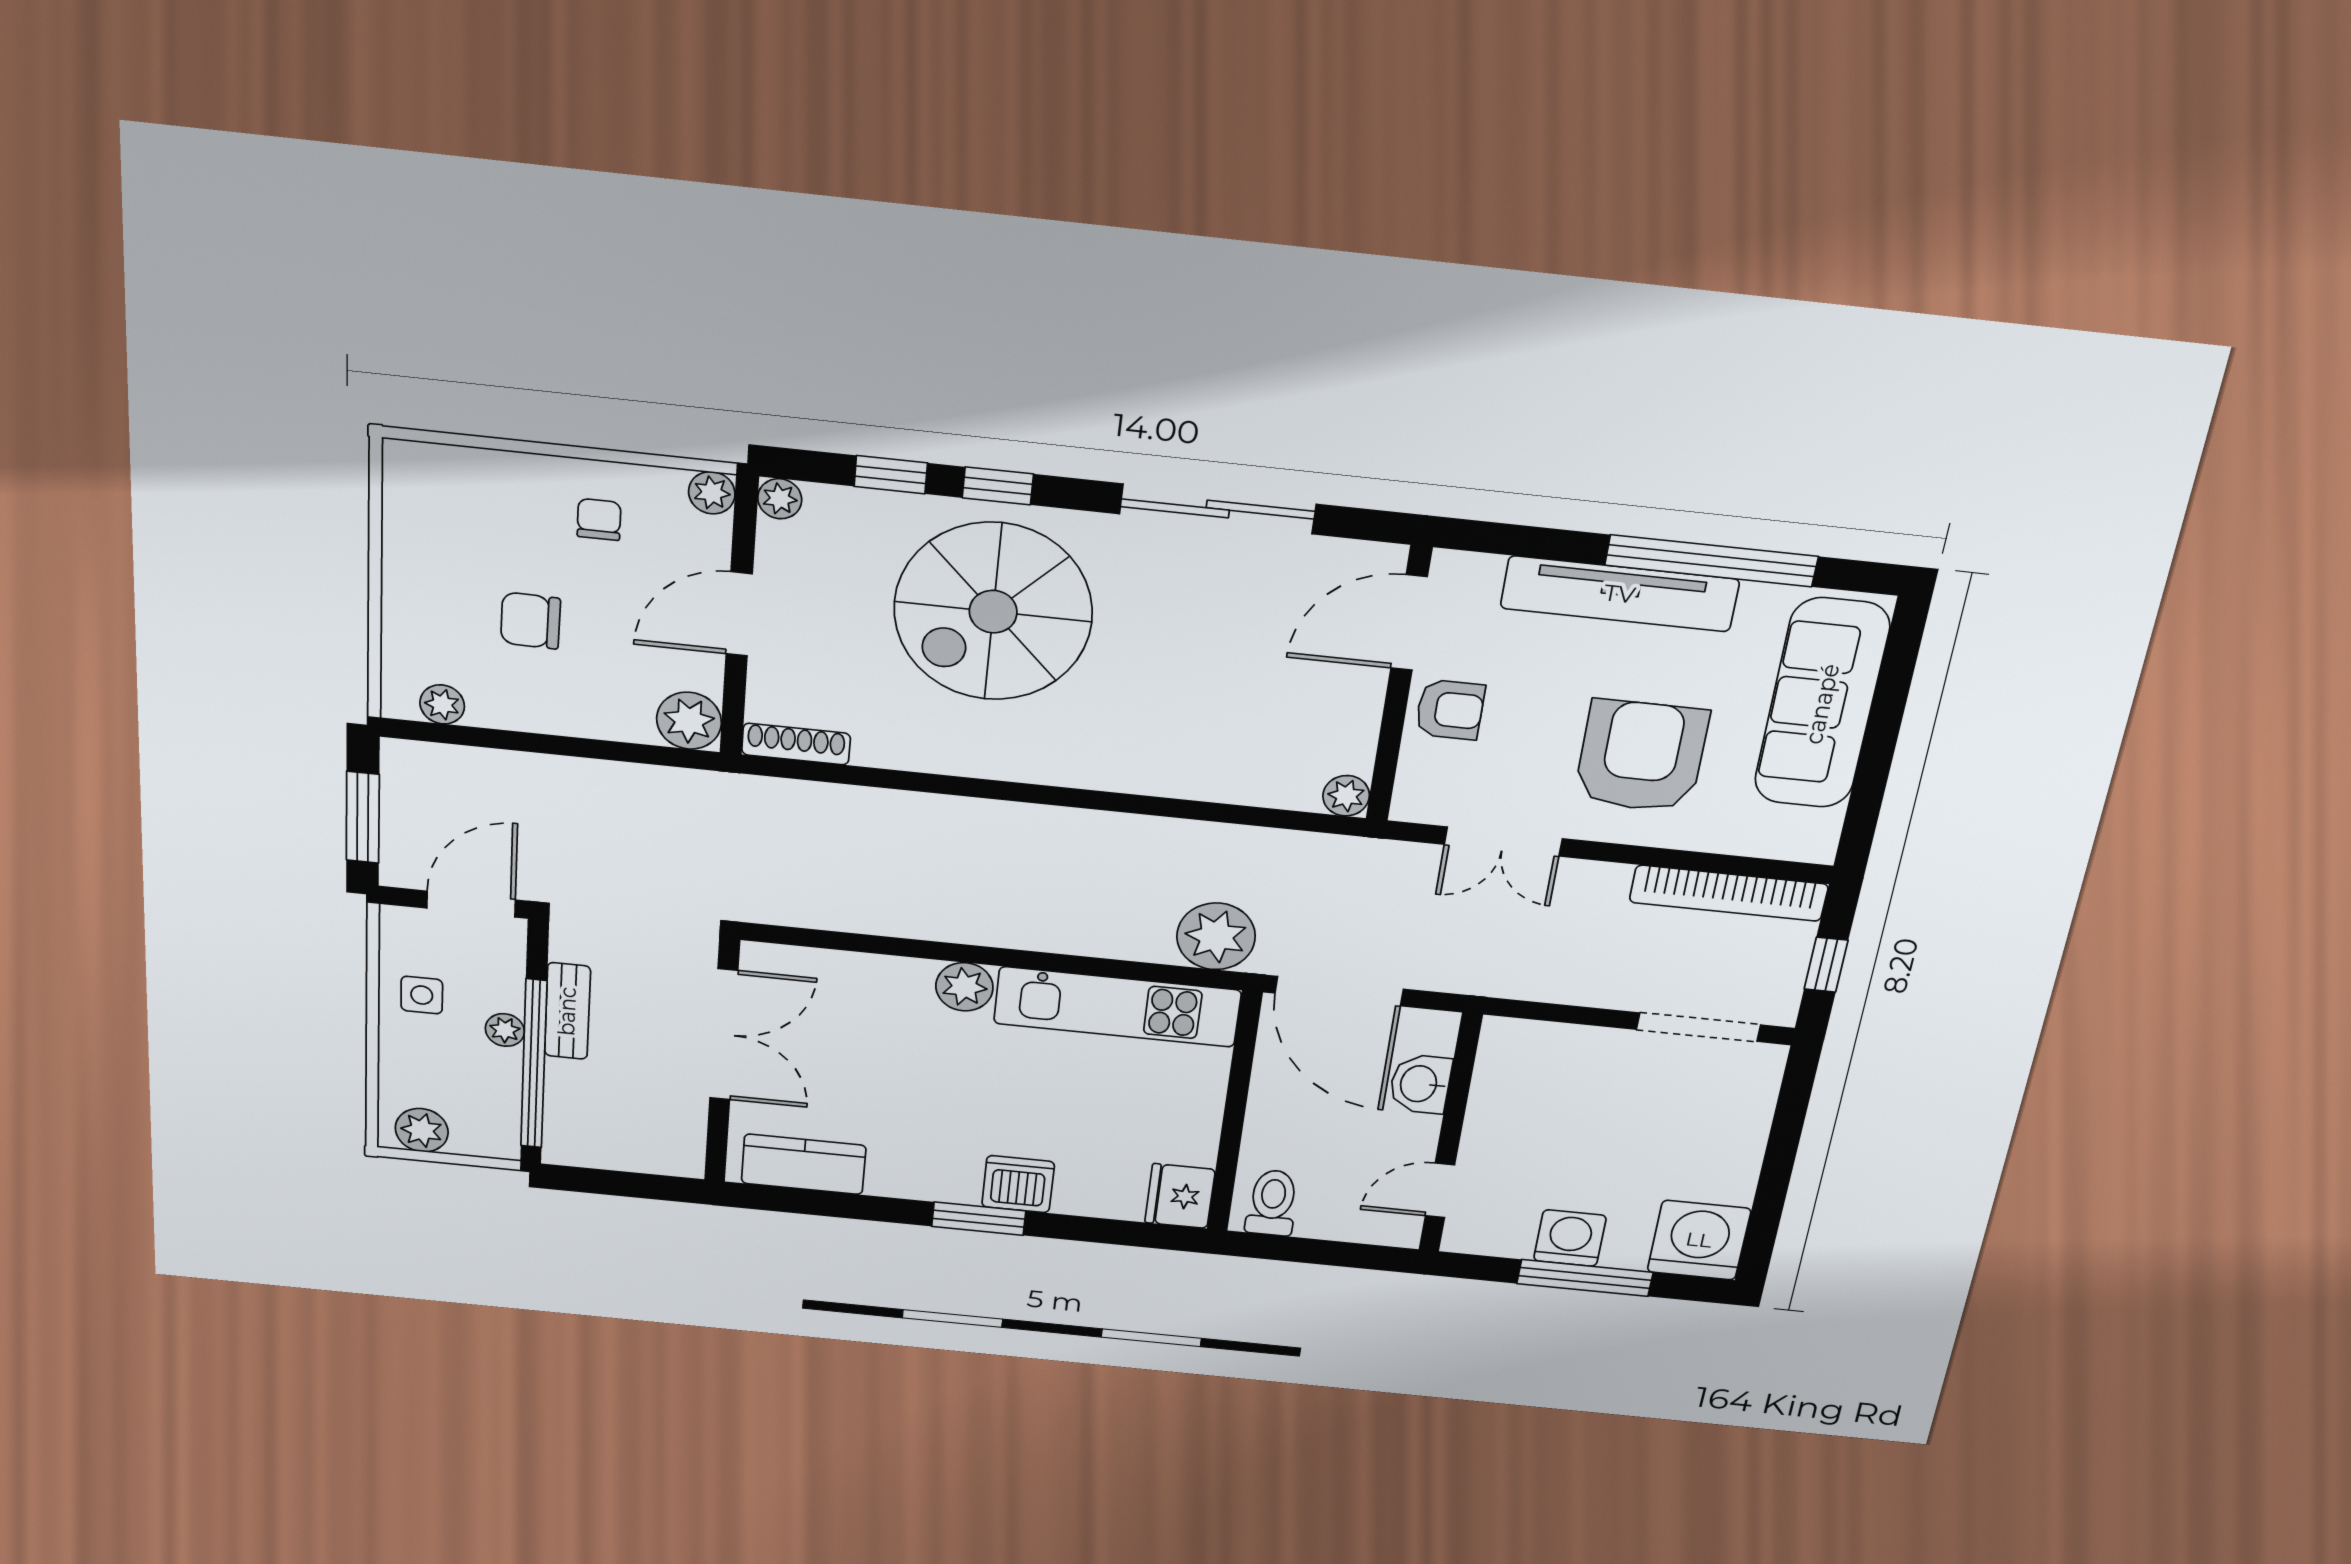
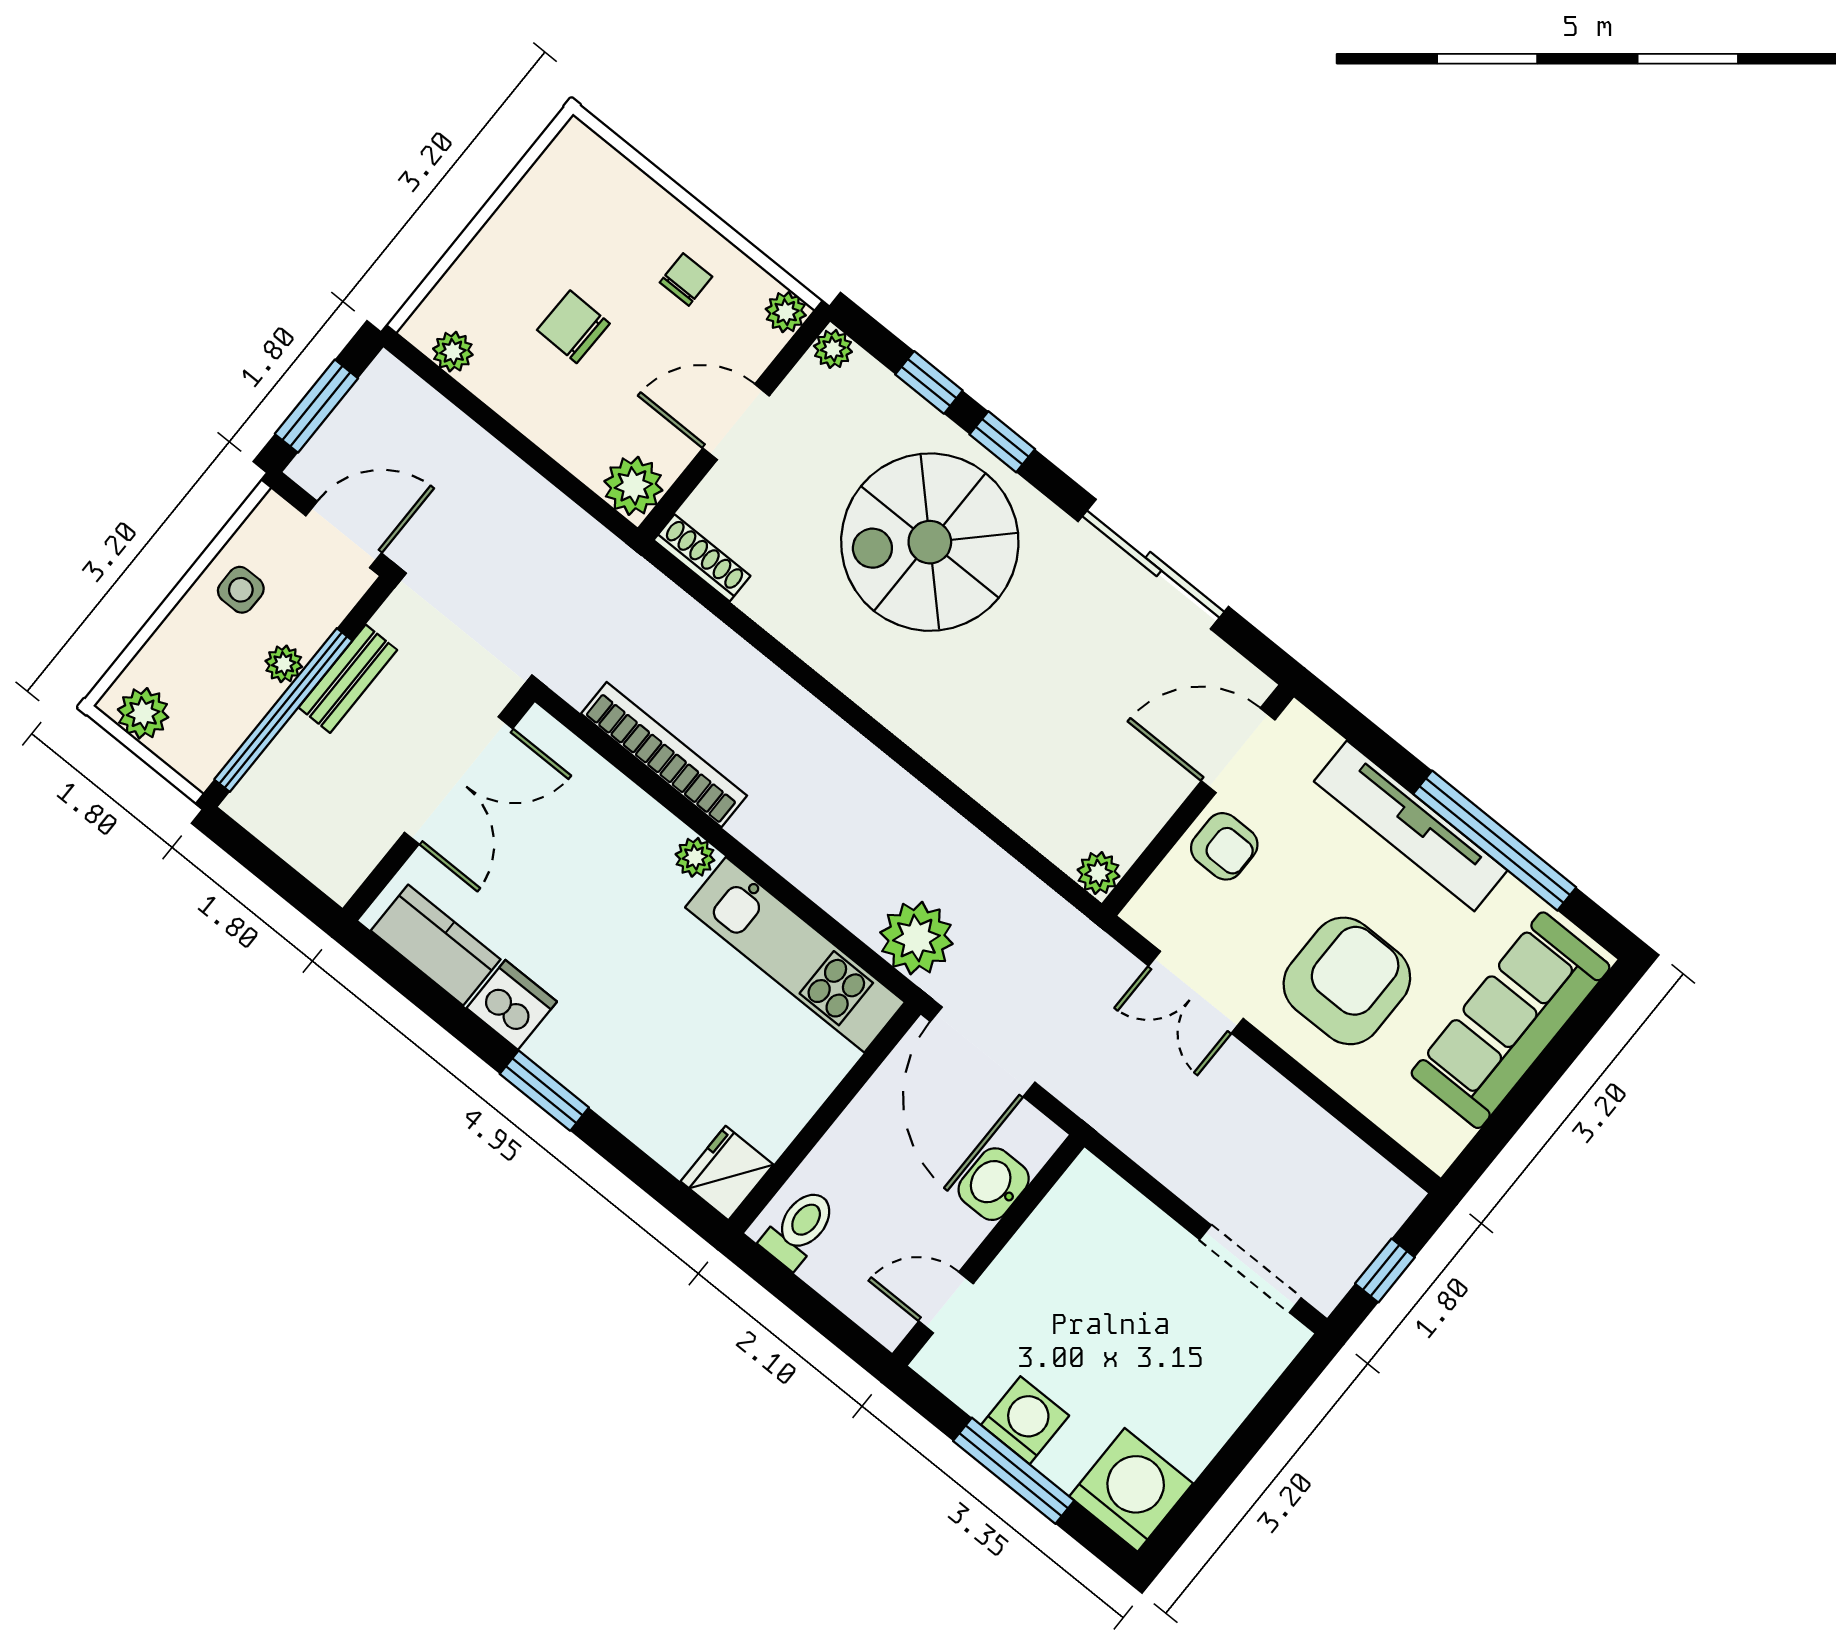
bookcase: (1729, 893) -> (664, 755), moved, turned 180
plant: (964, 987) -> (695, 857), width x0.73, depth x0.73
dishwasher: (1018, 1184) -> (512, 1005), moved

